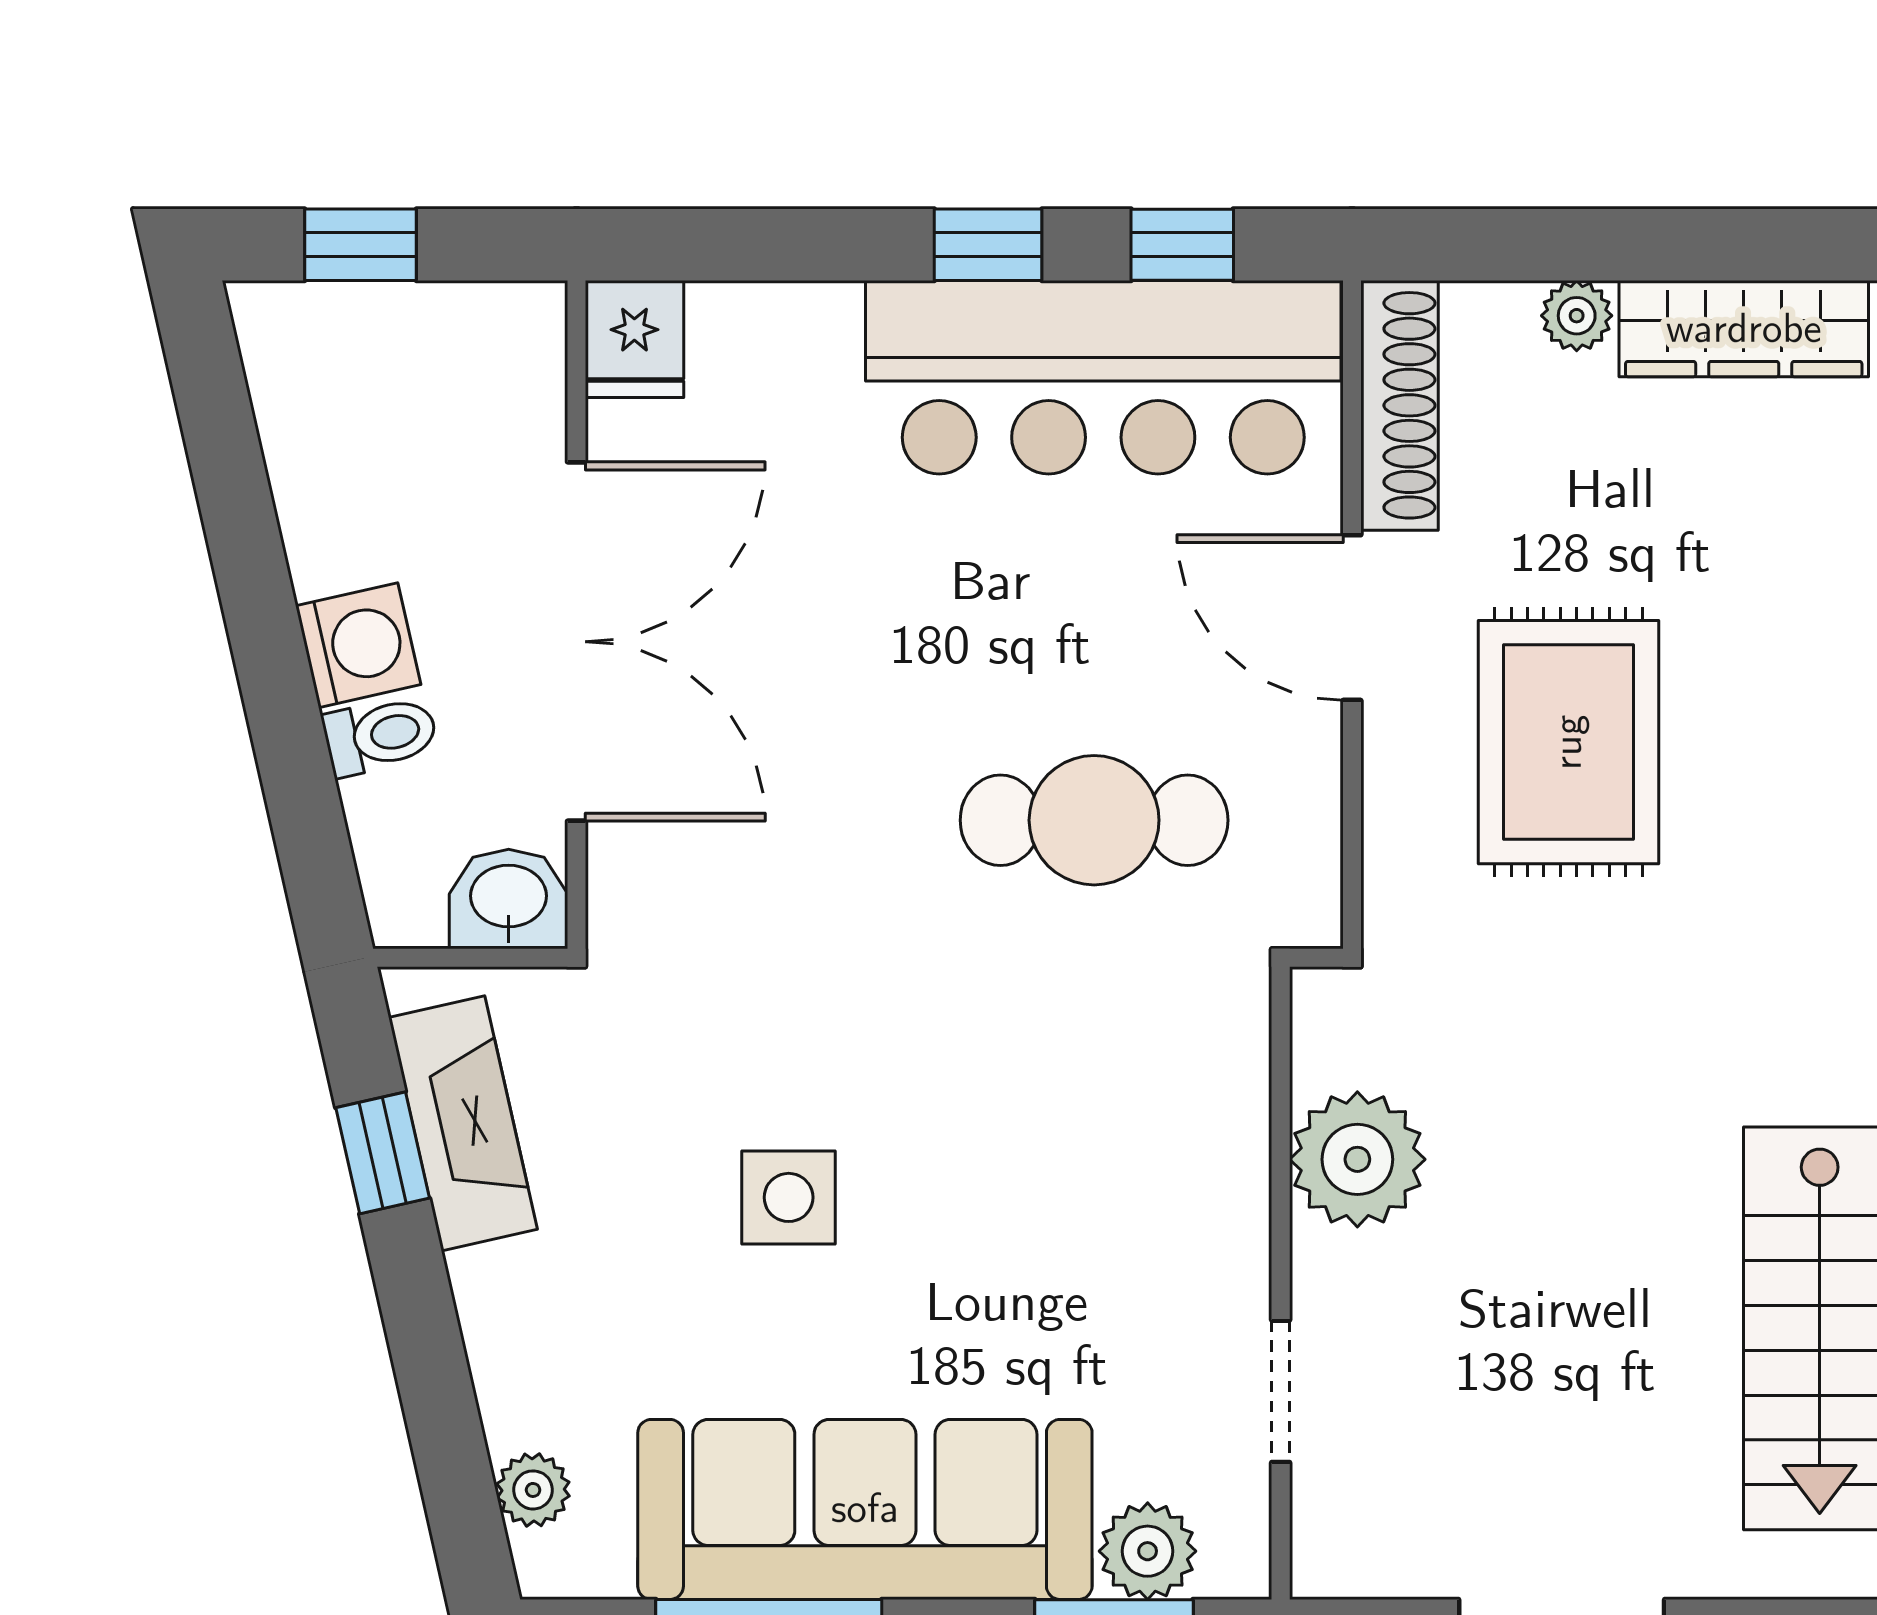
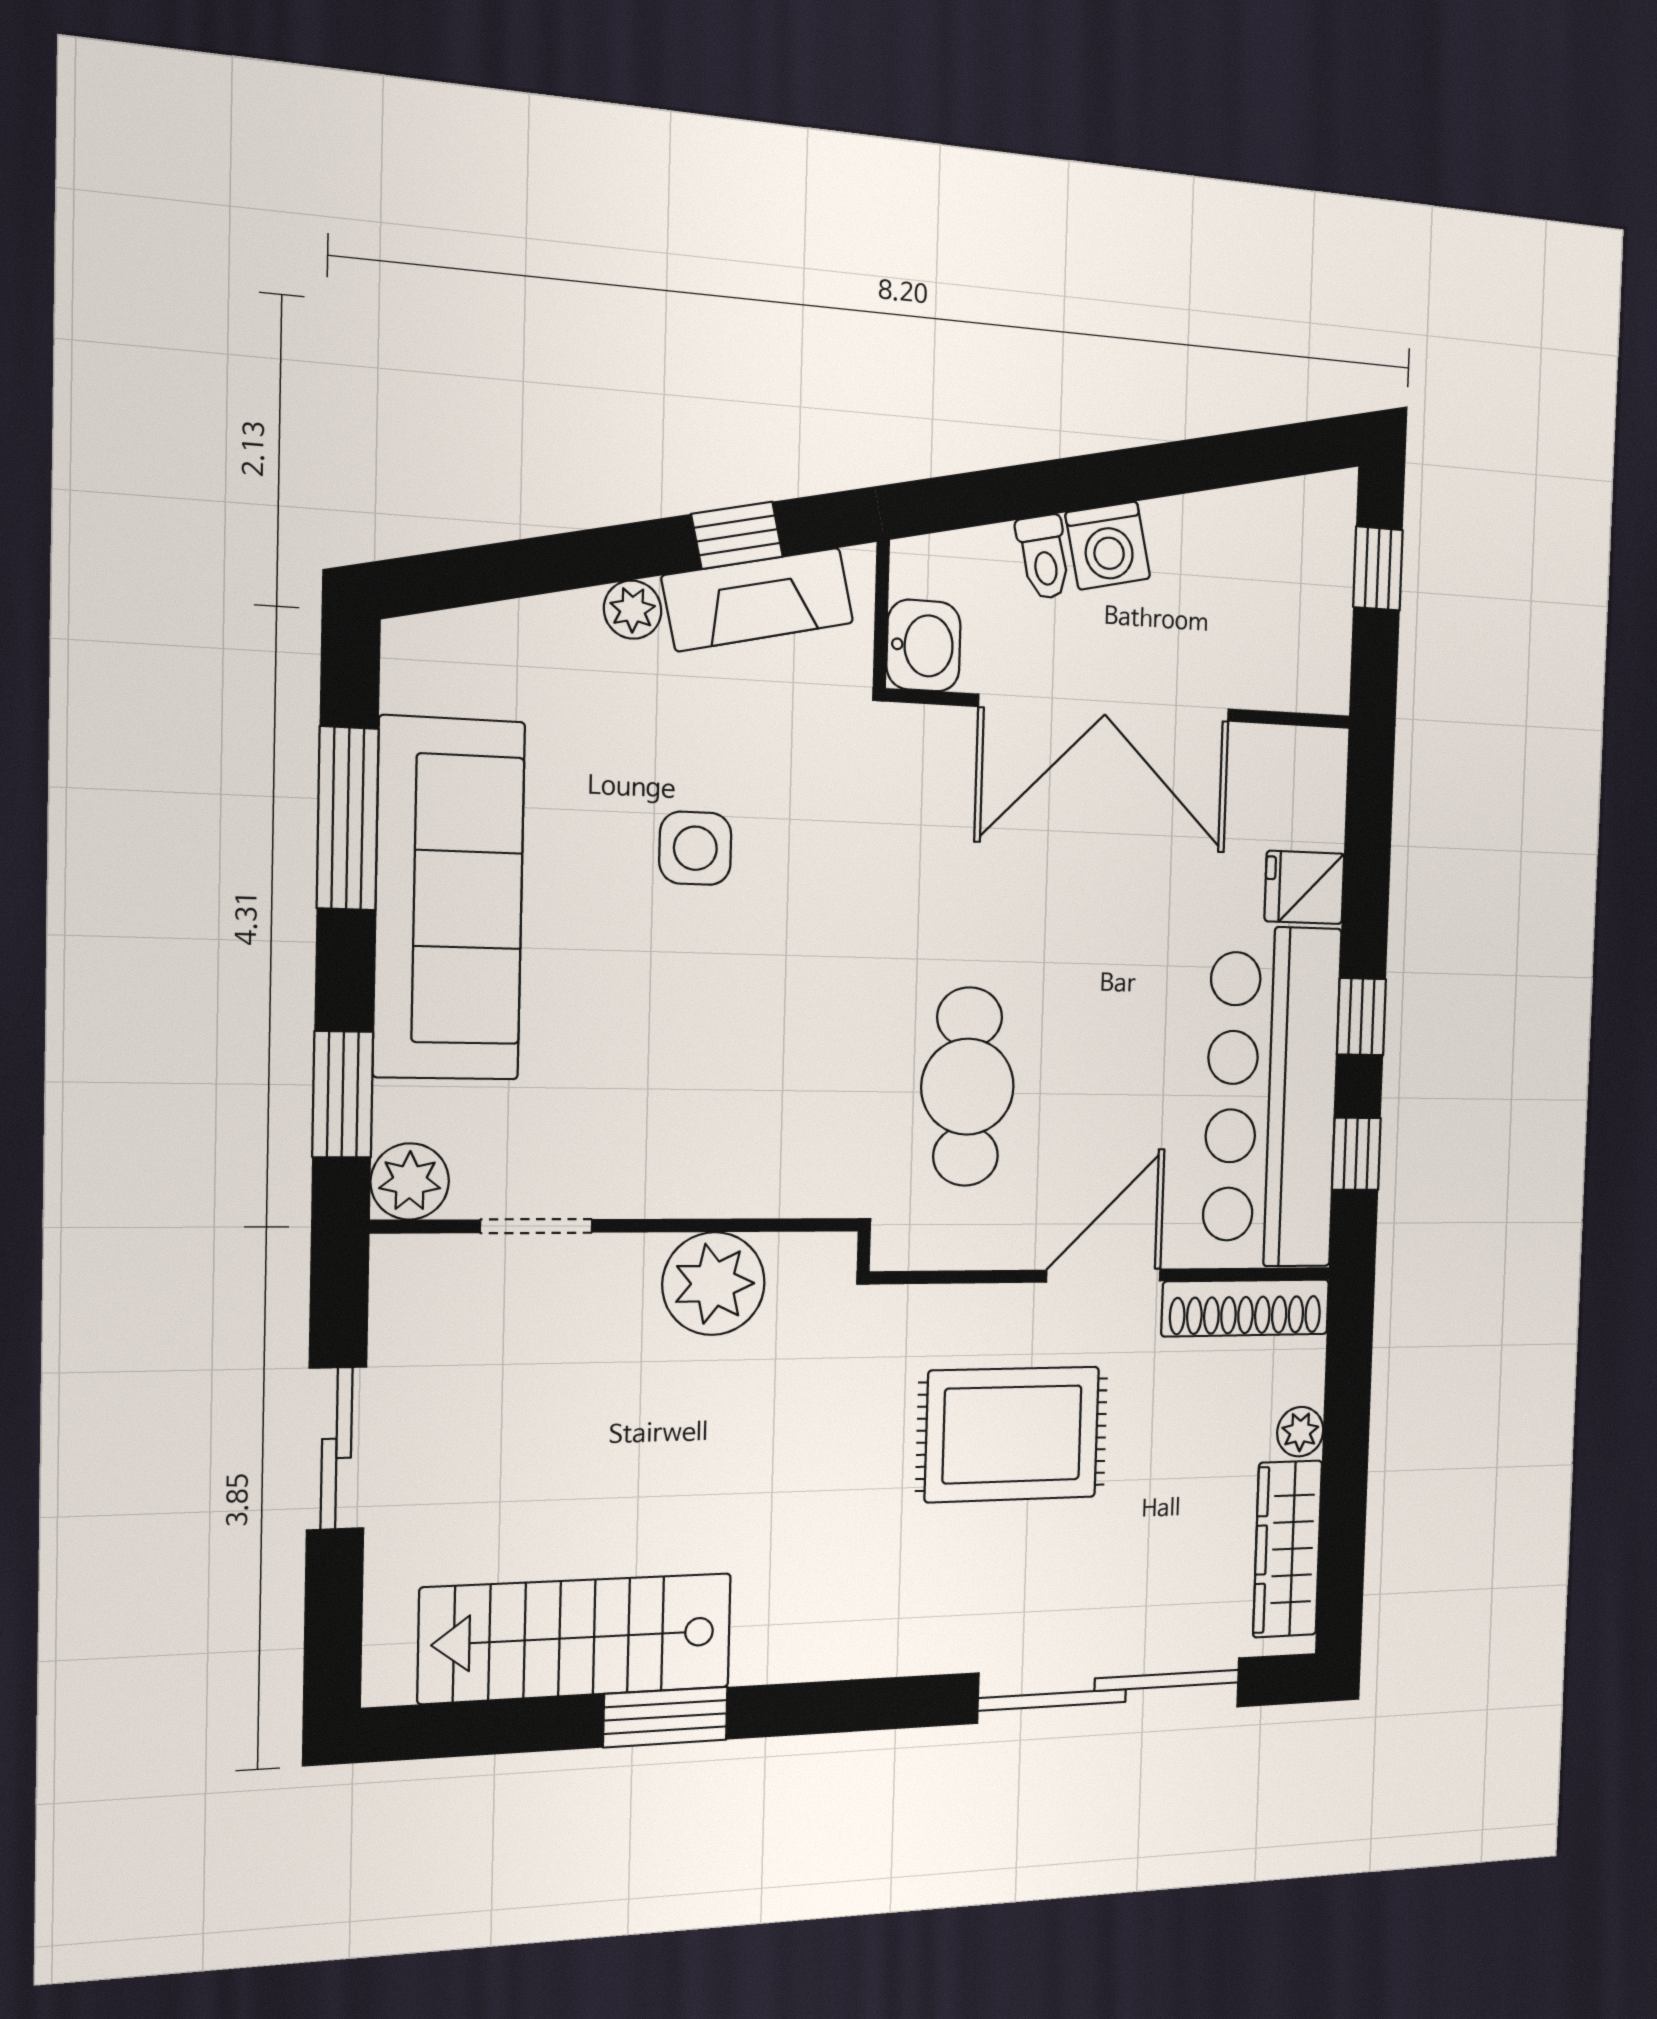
fridge: (634, 339) -> (1304, 887), moved
plant: (533, 1490) -> (633, 610), moved
plant: (1148, 1551) -> (410, 1181), moved

